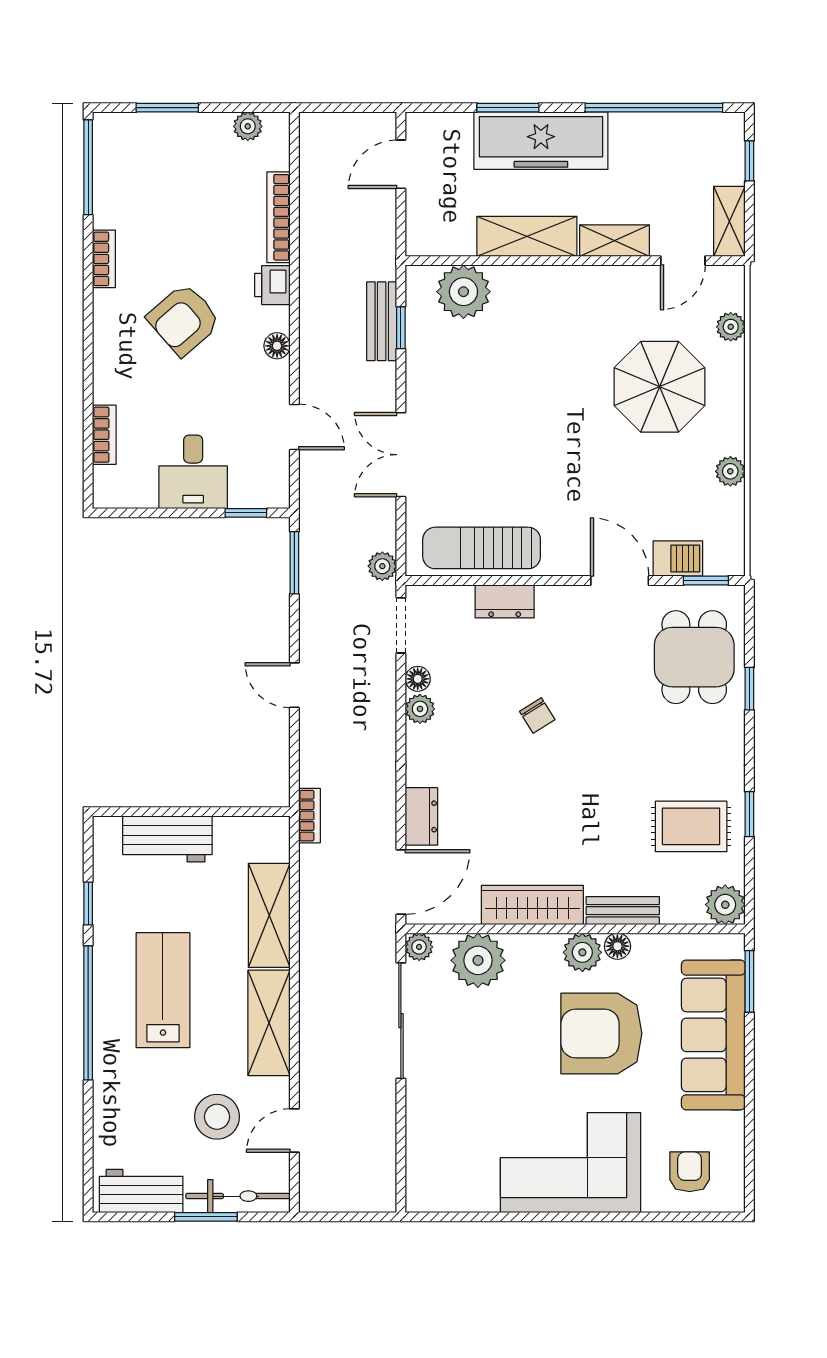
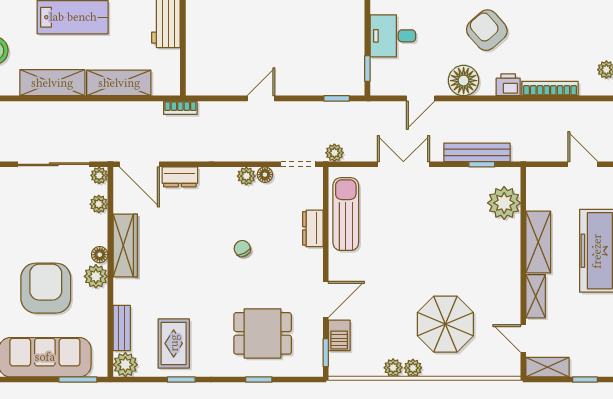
bench: (382, 321) -> (477, 152), width x1.36
plant: (731, 327) -> (413, 368), moved
floor lamp: (277, 346) -> (464, 81), width x1.89, depth x1.89
window: (294, 563) -> (337, 98), width x0.67
dining table: (694, 657) -> (263, 333), moved
chair: (537, 715) -> (242, 249), turned 95
bench: (623, 911) -> (122, 328), moved
floor lamp: (617, 946) -> (100, 255), moved
plant: (478, 960) -> (99, 204), width x0.53, depth x0.53

